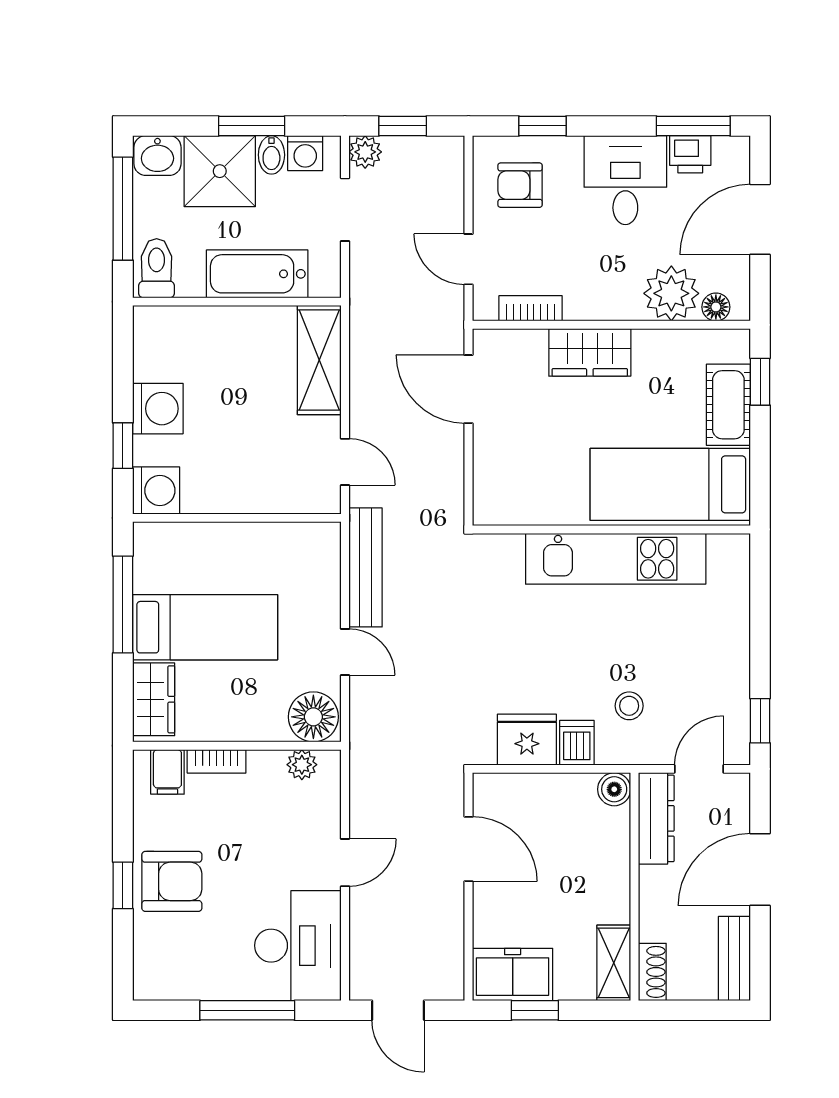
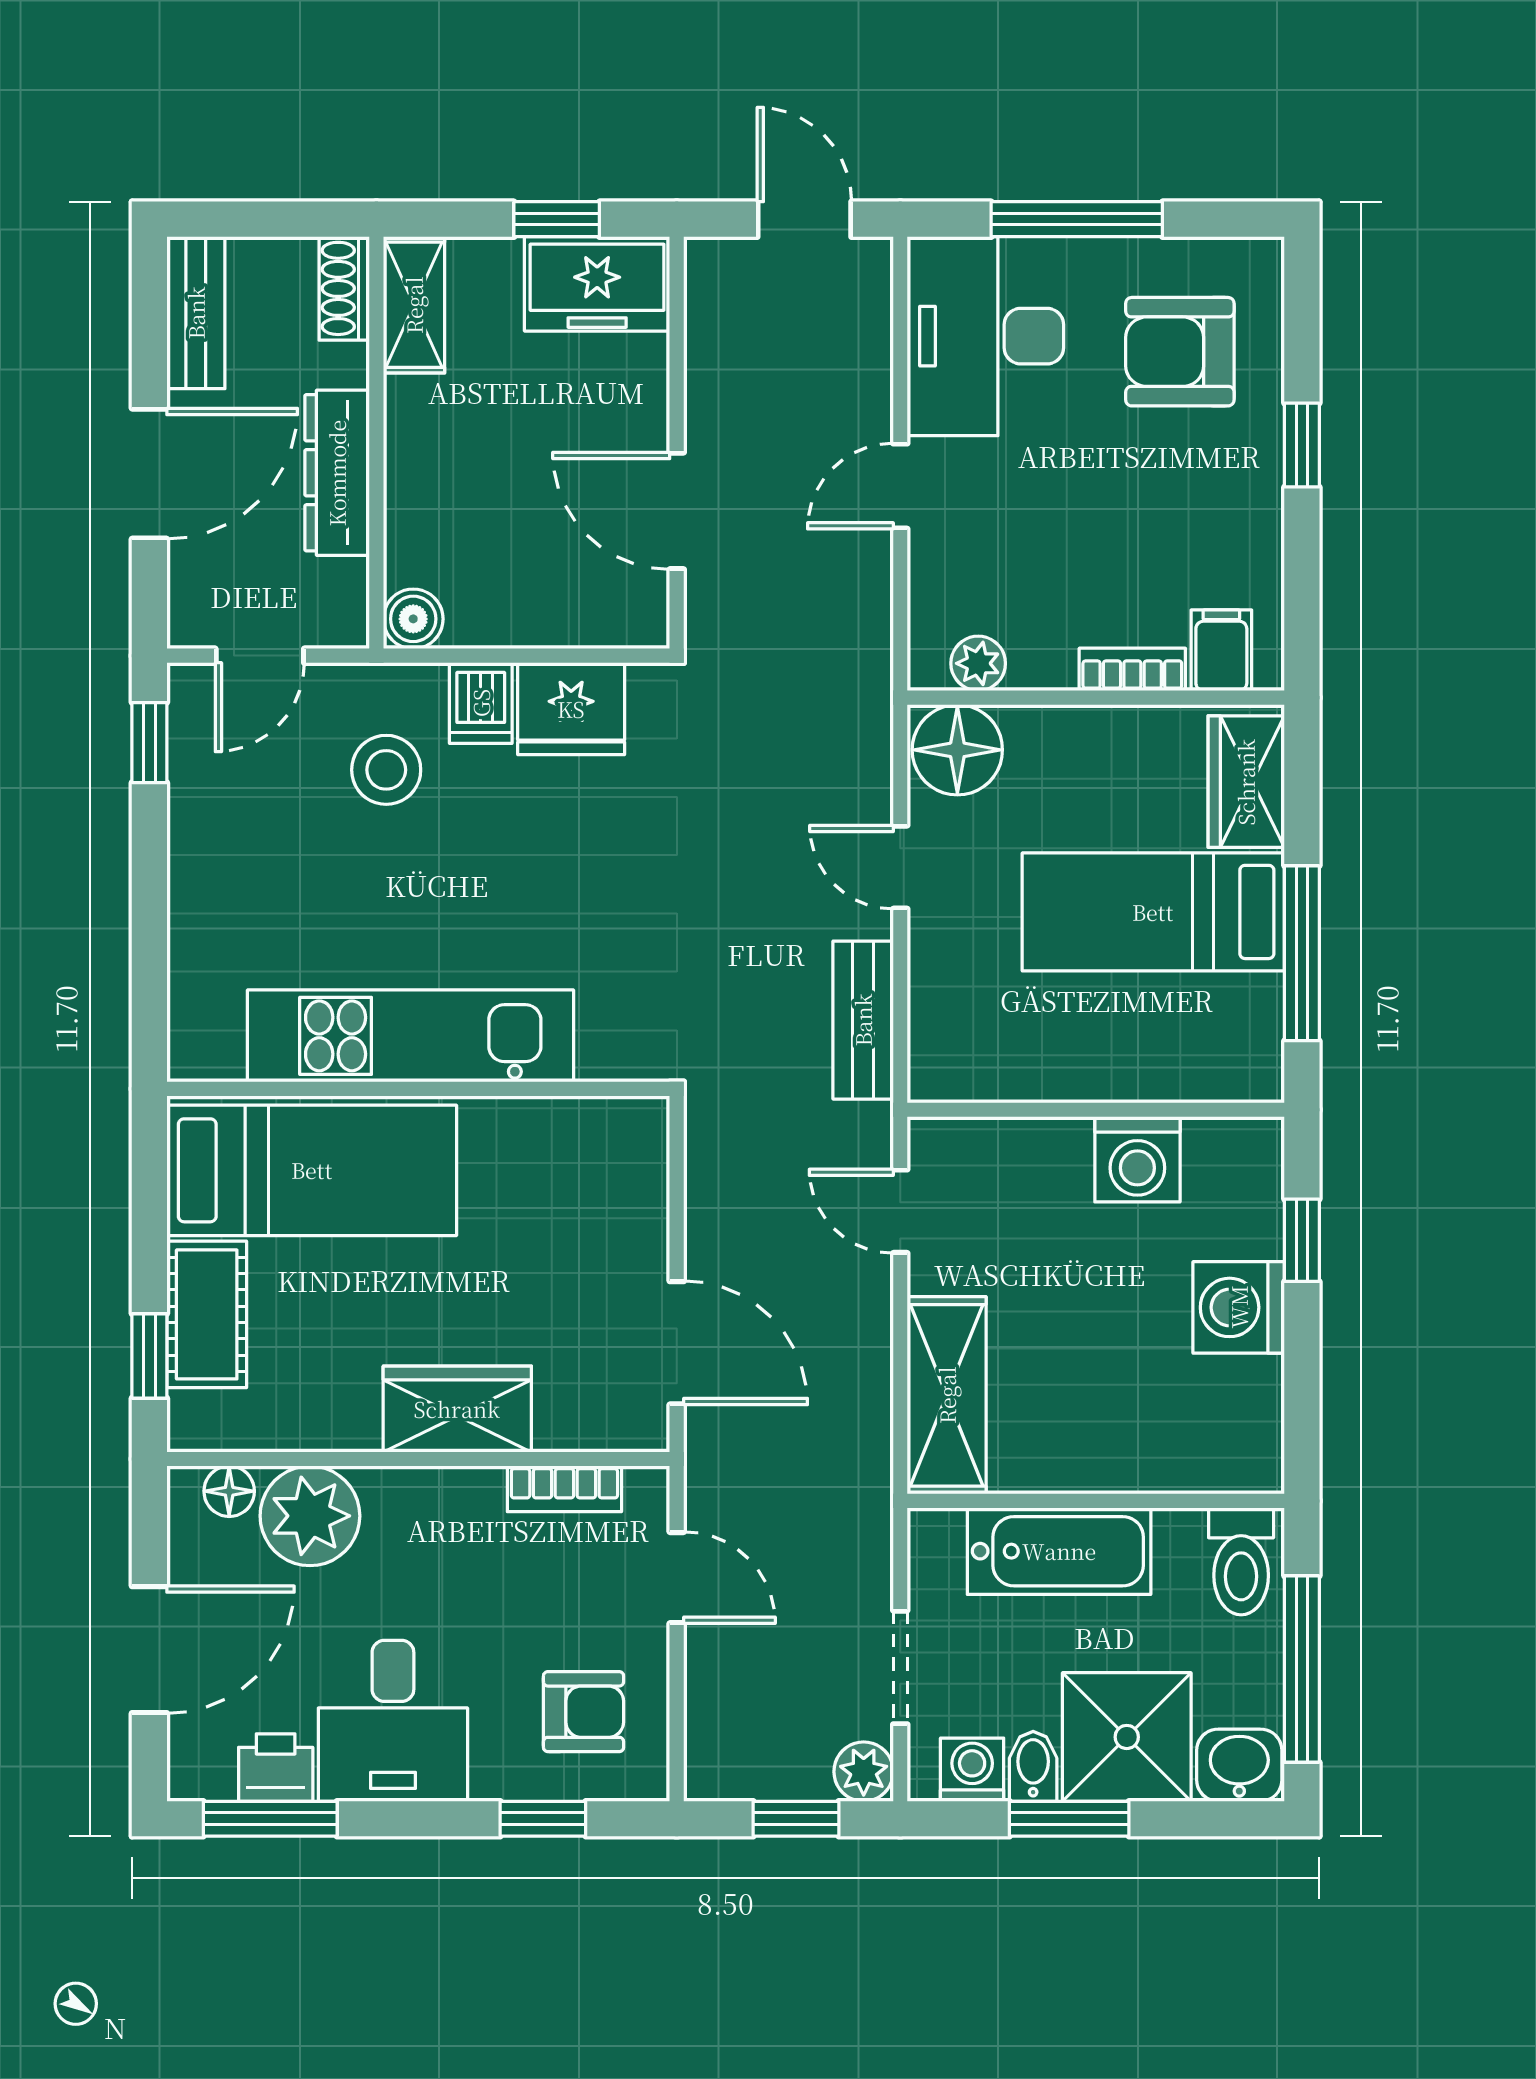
washing machine: (156, 490) -> (1137, 1159), moved, turned -90
bench: (365, 567) -> (863, 1020), width x0.73
stool: (629, 706) -> (386, 770), width x1.37, depth x1.37
dresser: (656, 818) -> (337, 473), moved
armchair: (172, 881) -> (1180, 352), moved

